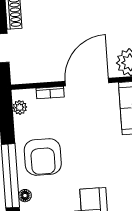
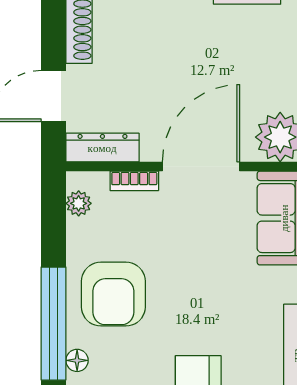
dresser: (31, 75) -> (102, 148), added

